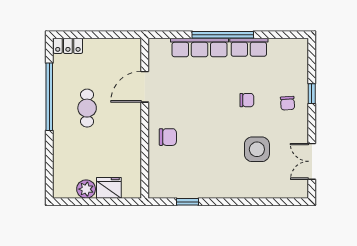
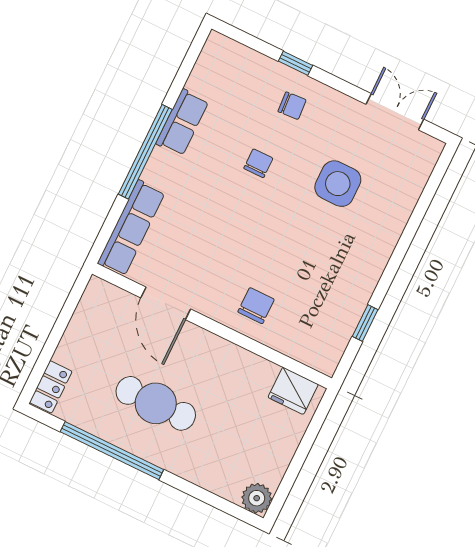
row of seats: (200, 47) -> (131, 228), moved
cafe table: (87, 108) -> (156, 403), width x1.37, depth x1.35
double door: (312, 161) -> (395, 112), swing flipped
fridge: (109, 188) -> (293, 391), moved, turned -90
plant: (86, 189) -> (257, 498), moved

